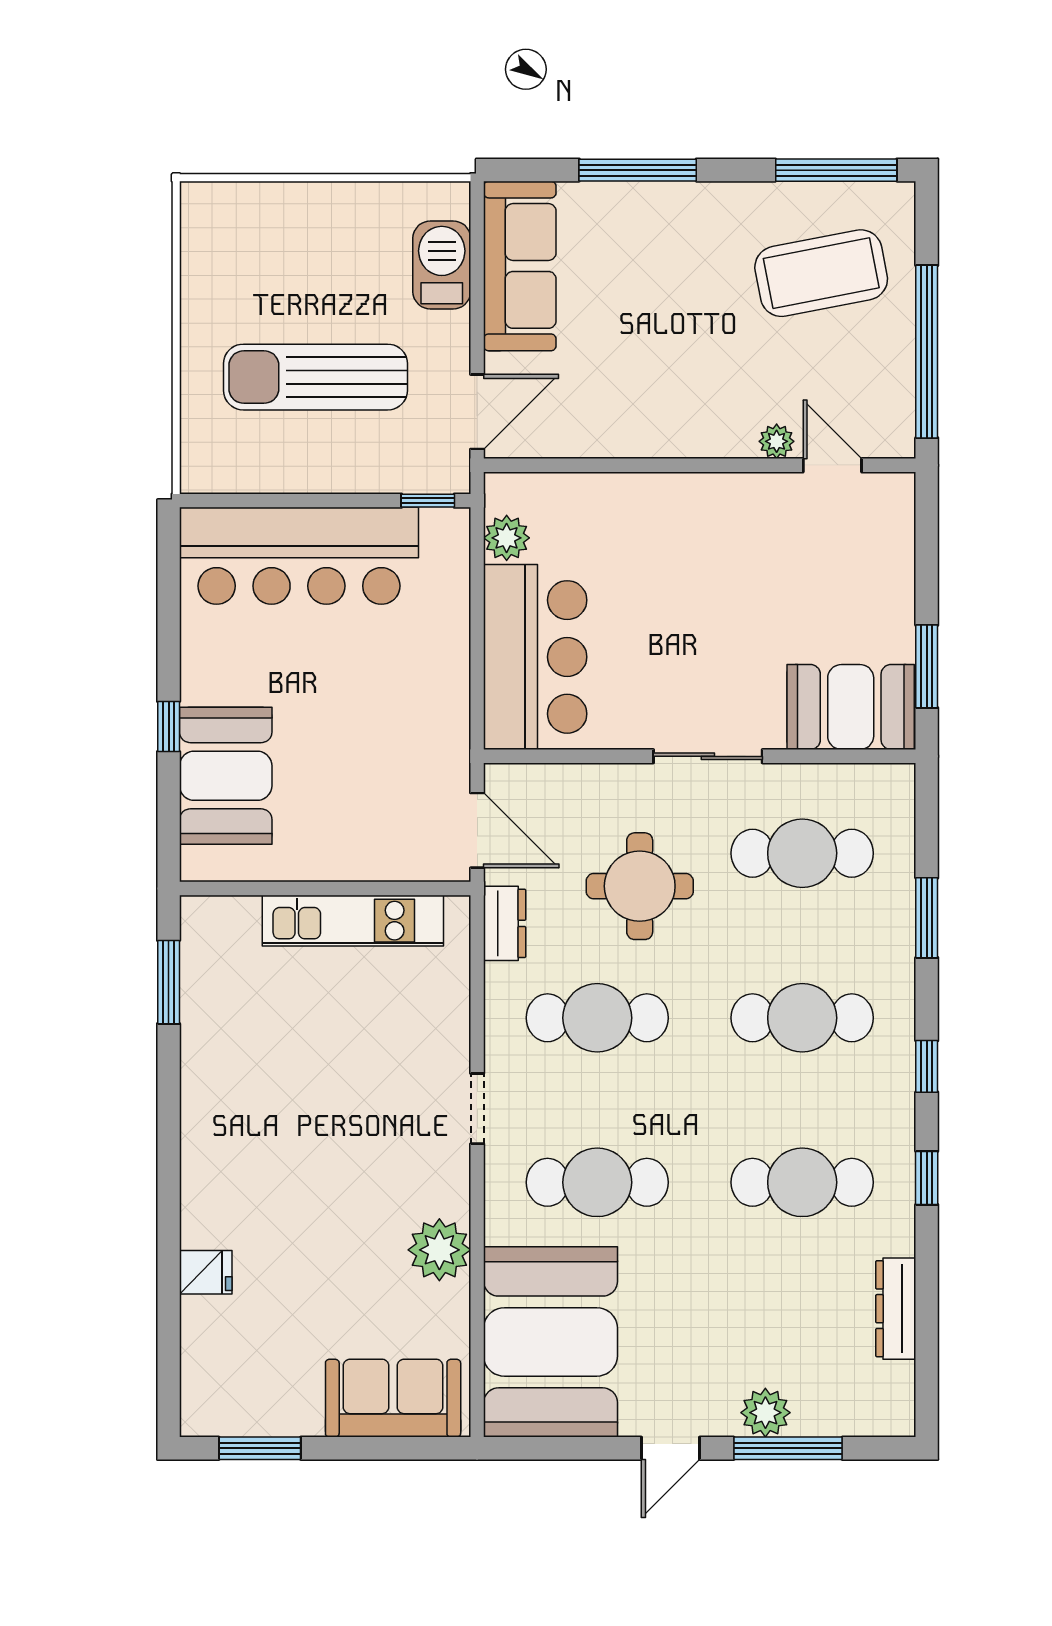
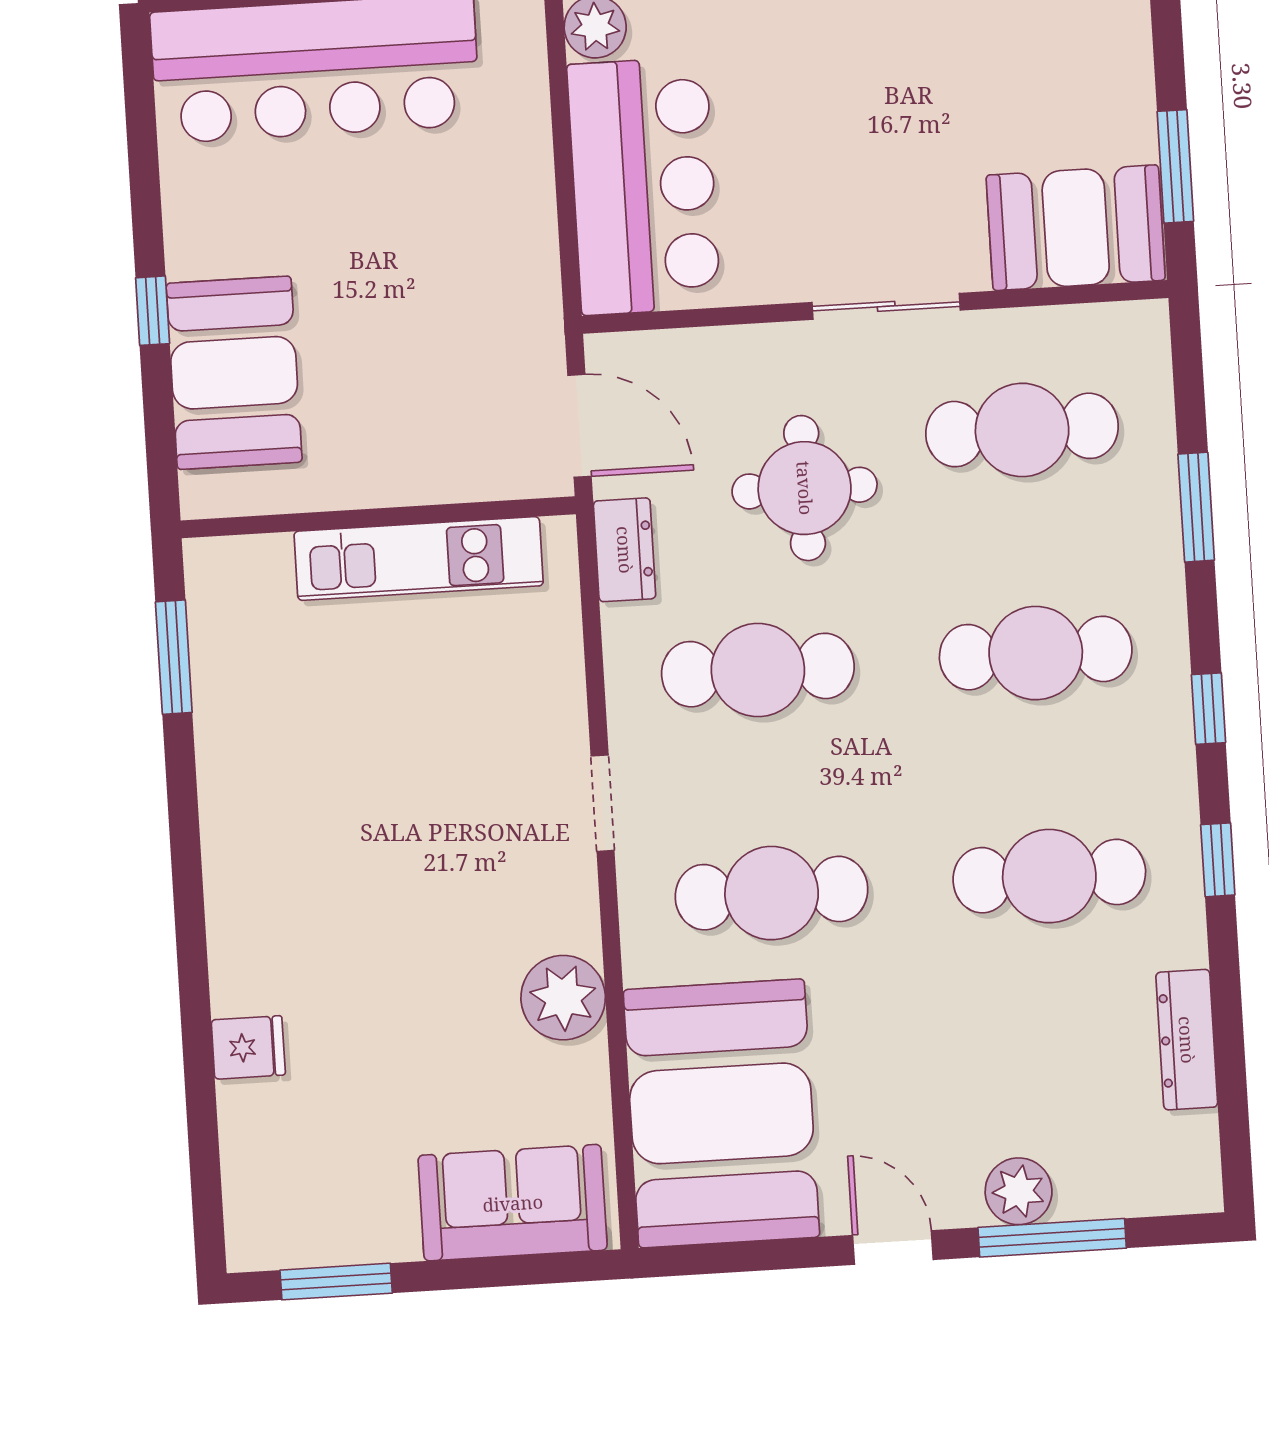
door: (670, 1448) -> (893, 1248), swing flipped

